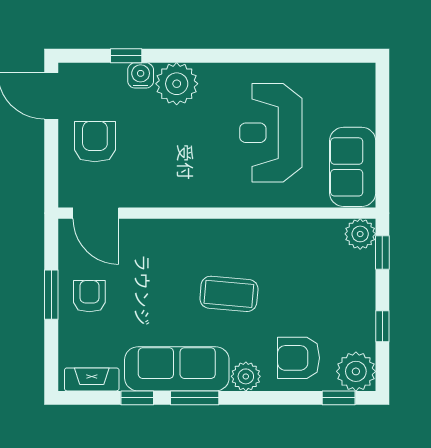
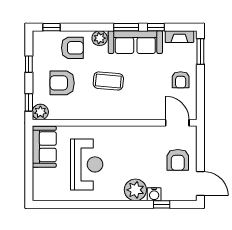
armchair: (318, 290) -> (62, 83), added
window: (51, 295) -> (200, 52), moved
plant: (356, 371) -> (43, 41), removed

